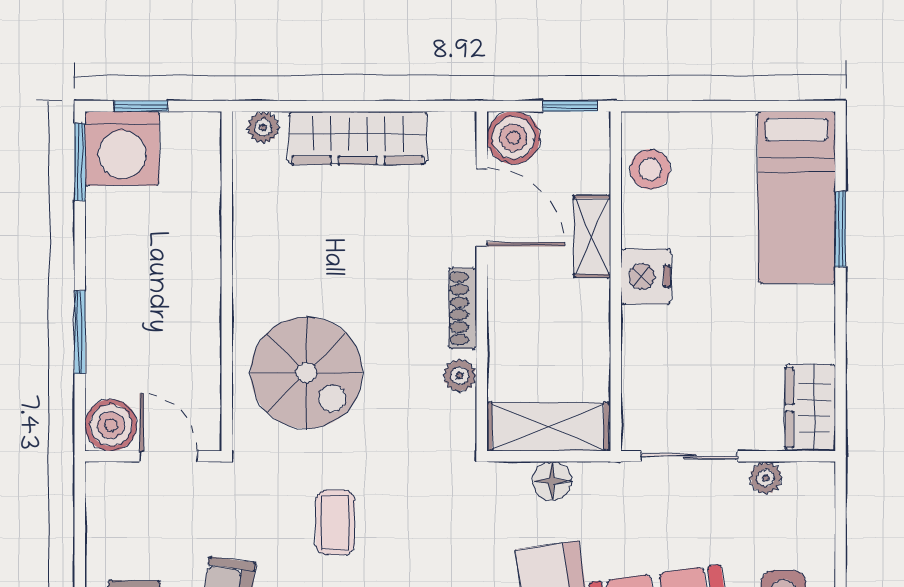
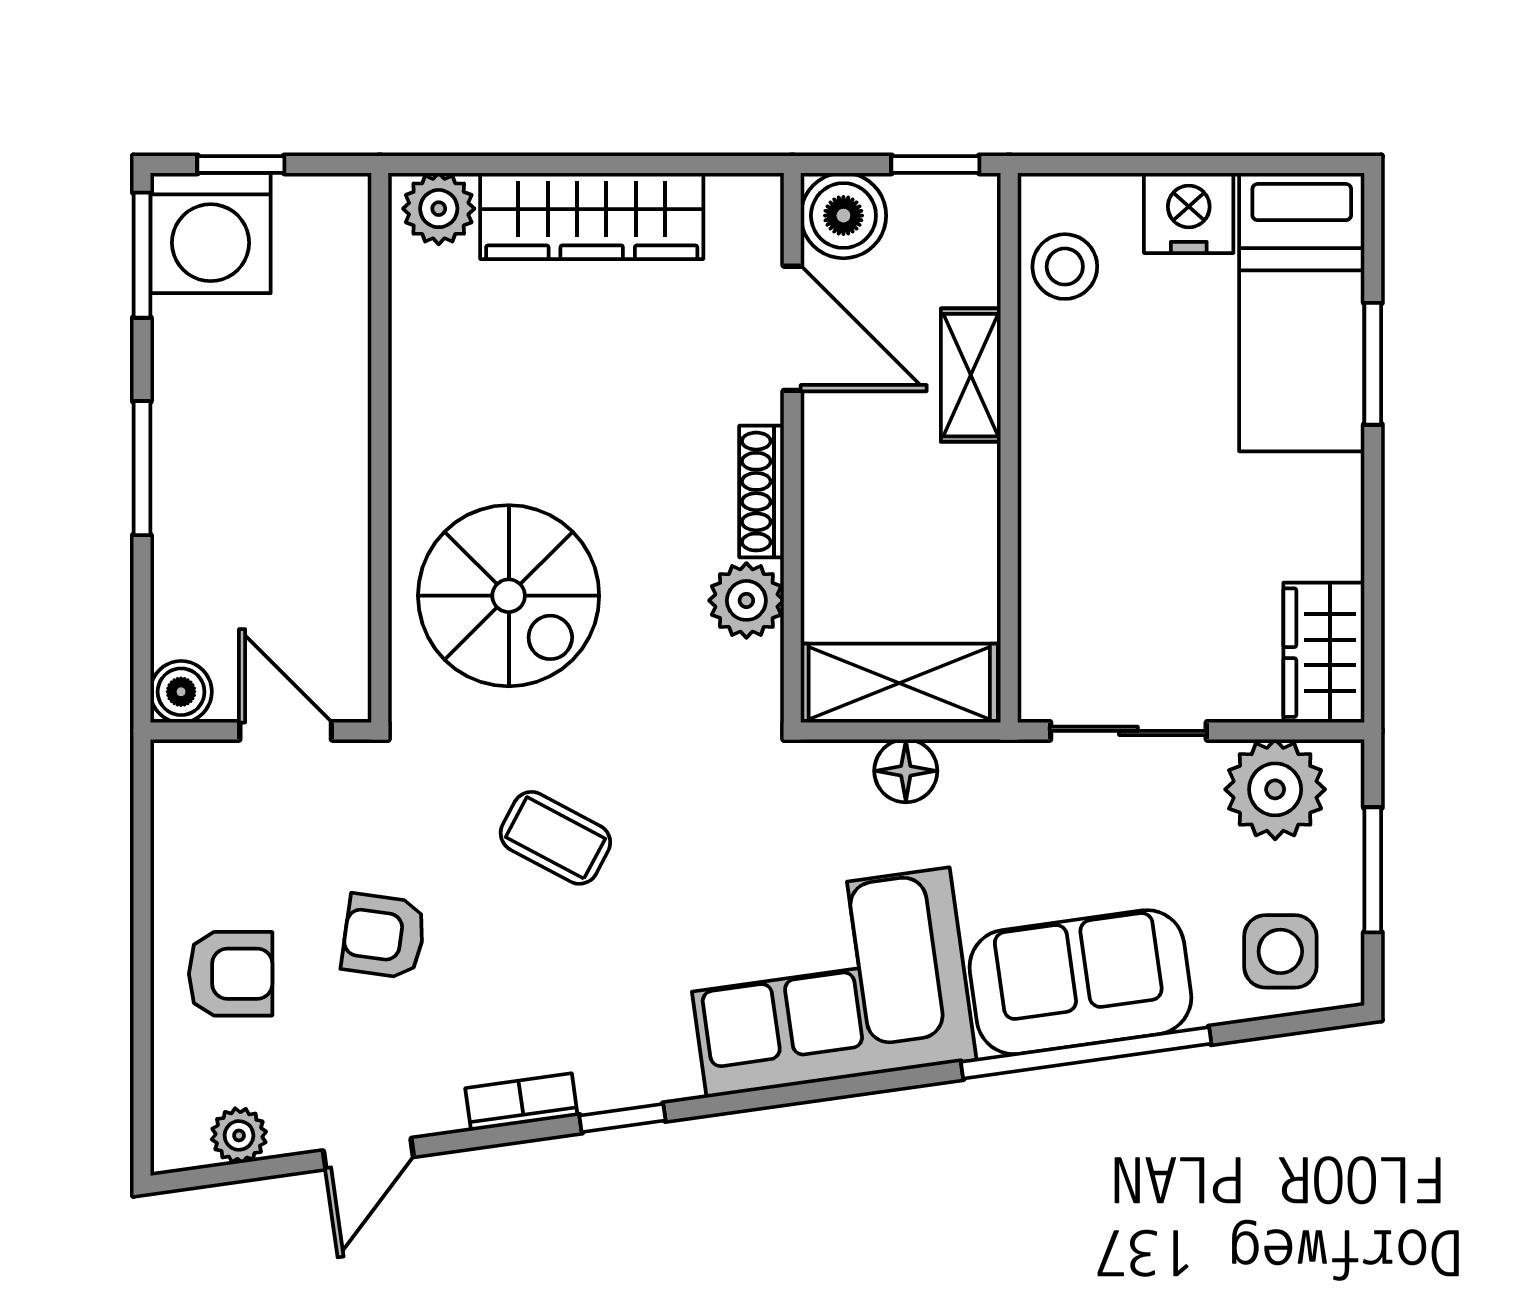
plant: (263, 127) -> (439, 209), width x1.38, depth x1.38
nightstand: (646, 277) -> (1189, 213), moved, turned 90
window: (80, 332) -> (142, 468), moved
plant: (460, 376) -> (746, 600), width x1.38, depth x1.38
boiler: (111, 425) -> (181, 692), width x0.73, depth x0.73
plant: (766, 478) -> (1275, 789), width x1.87, depth x1.87
coffee table: (335, 522) -> (555, 838), turned -62
window: (841, 542) -> (1373, 870), added

